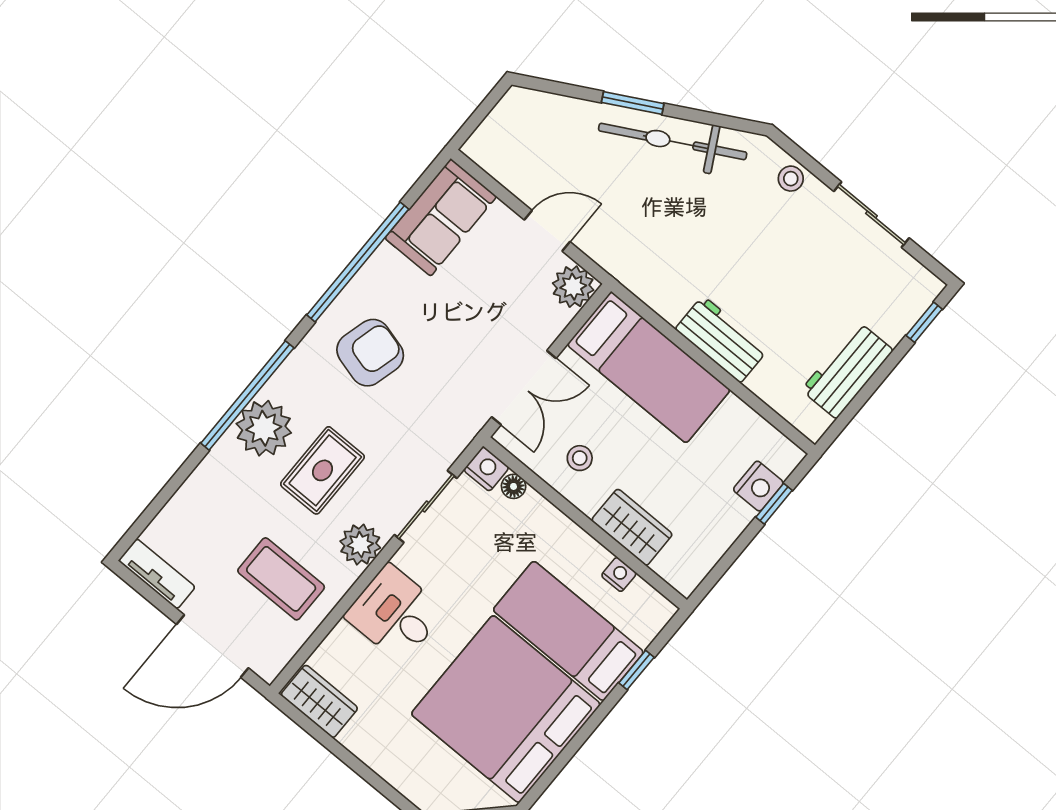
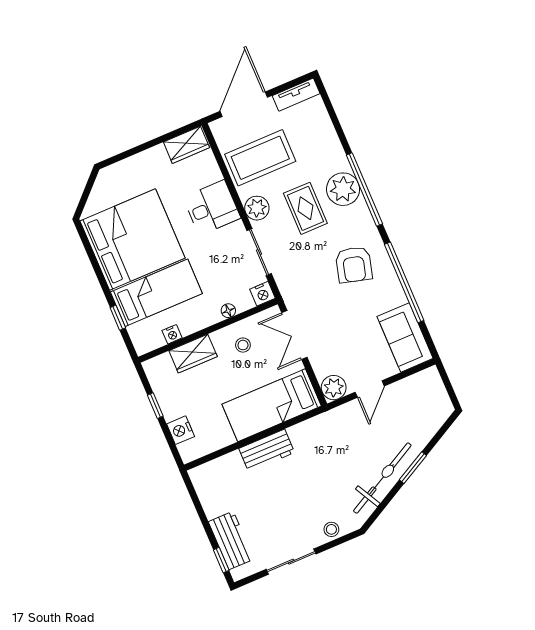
workbench: (847, 370) -> (231, 540), moved
floor lamp: (514, 486) -> (228, 311), moved
window: (774, 504) -> (155, 406), moved
coffee table: (281, 579) -> (260, 158), width x1.36, depth x1.32

